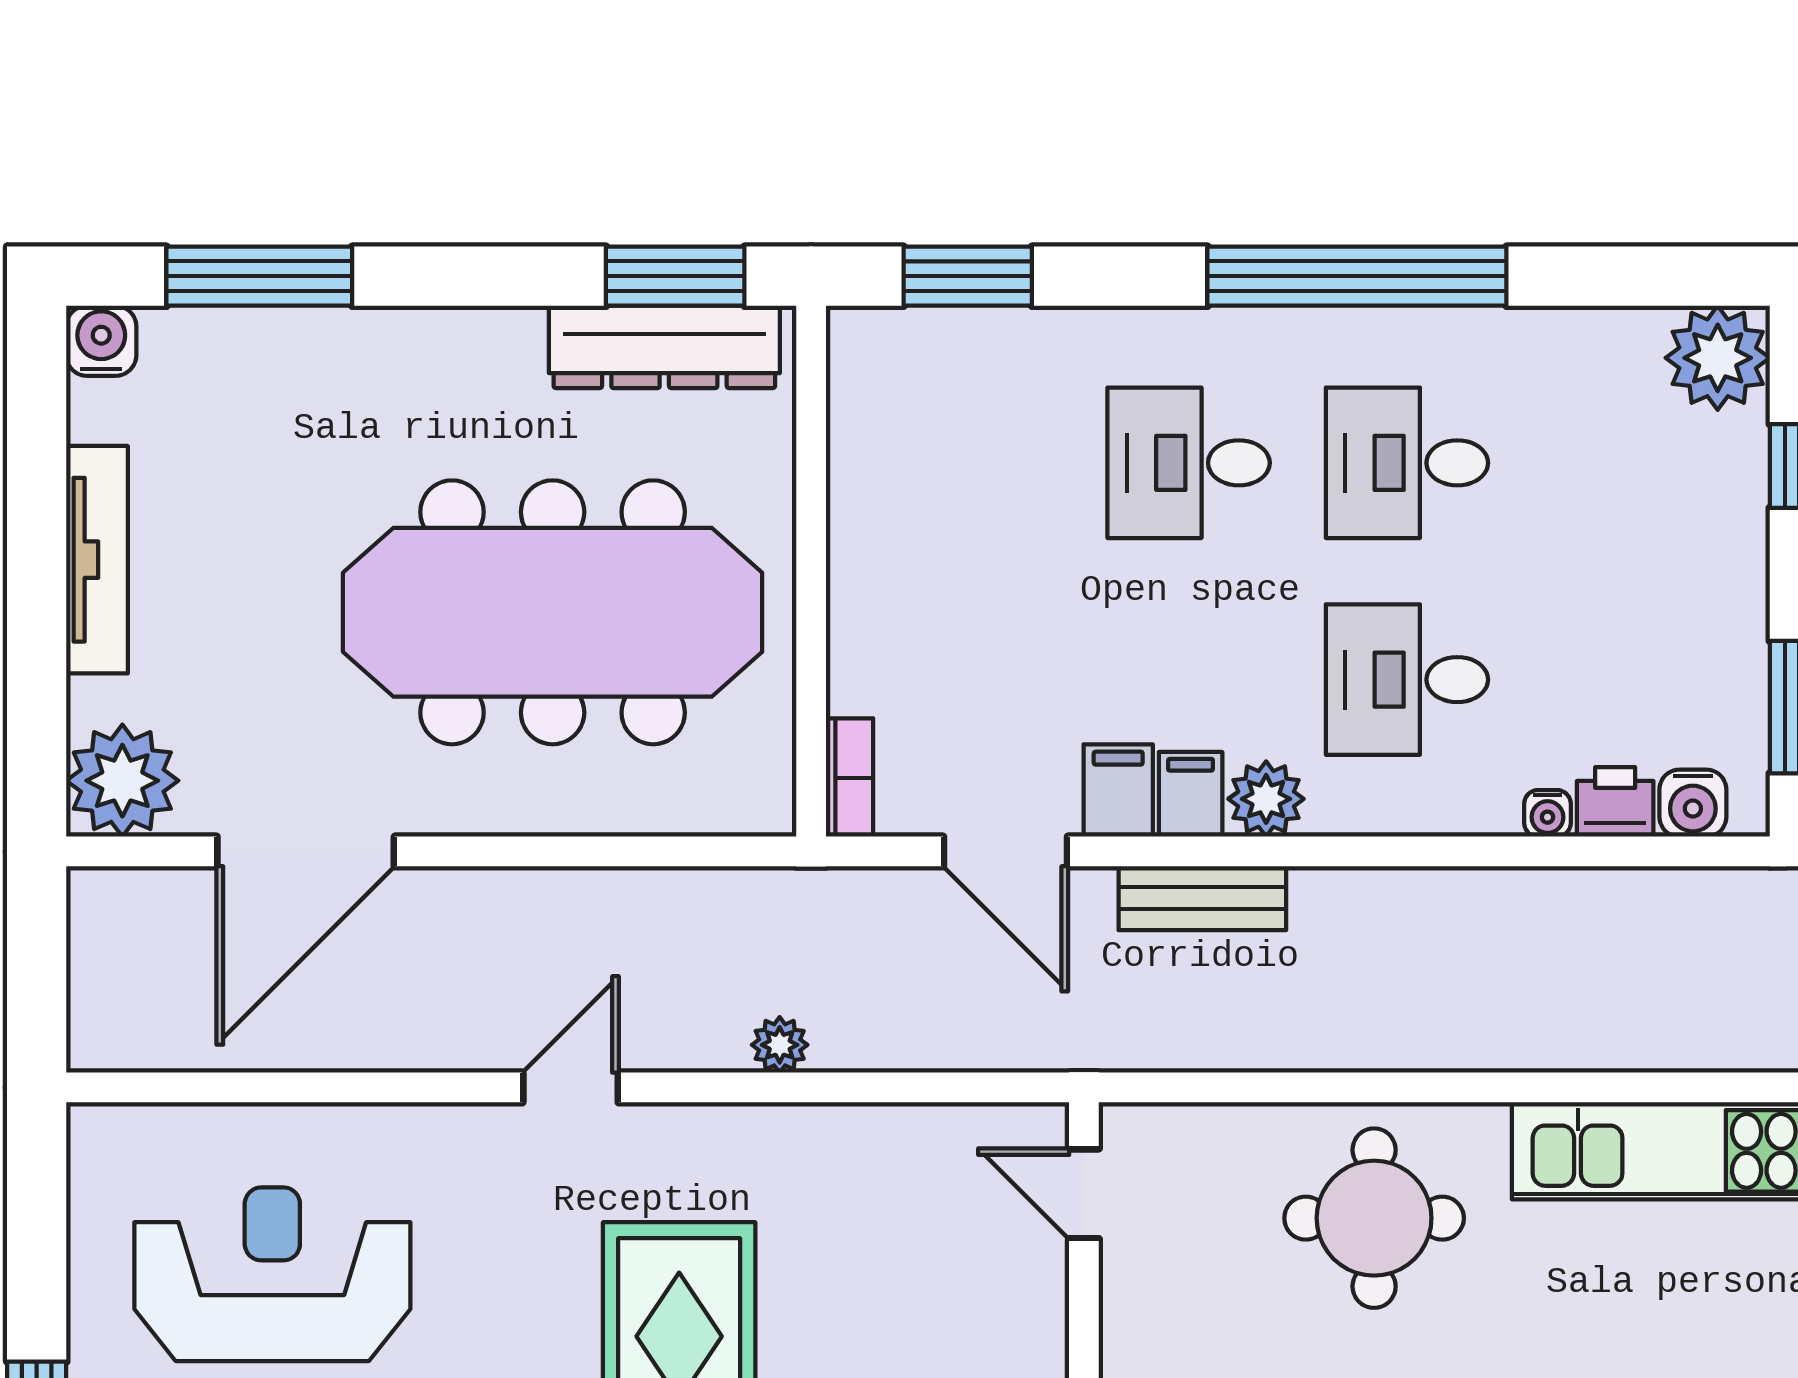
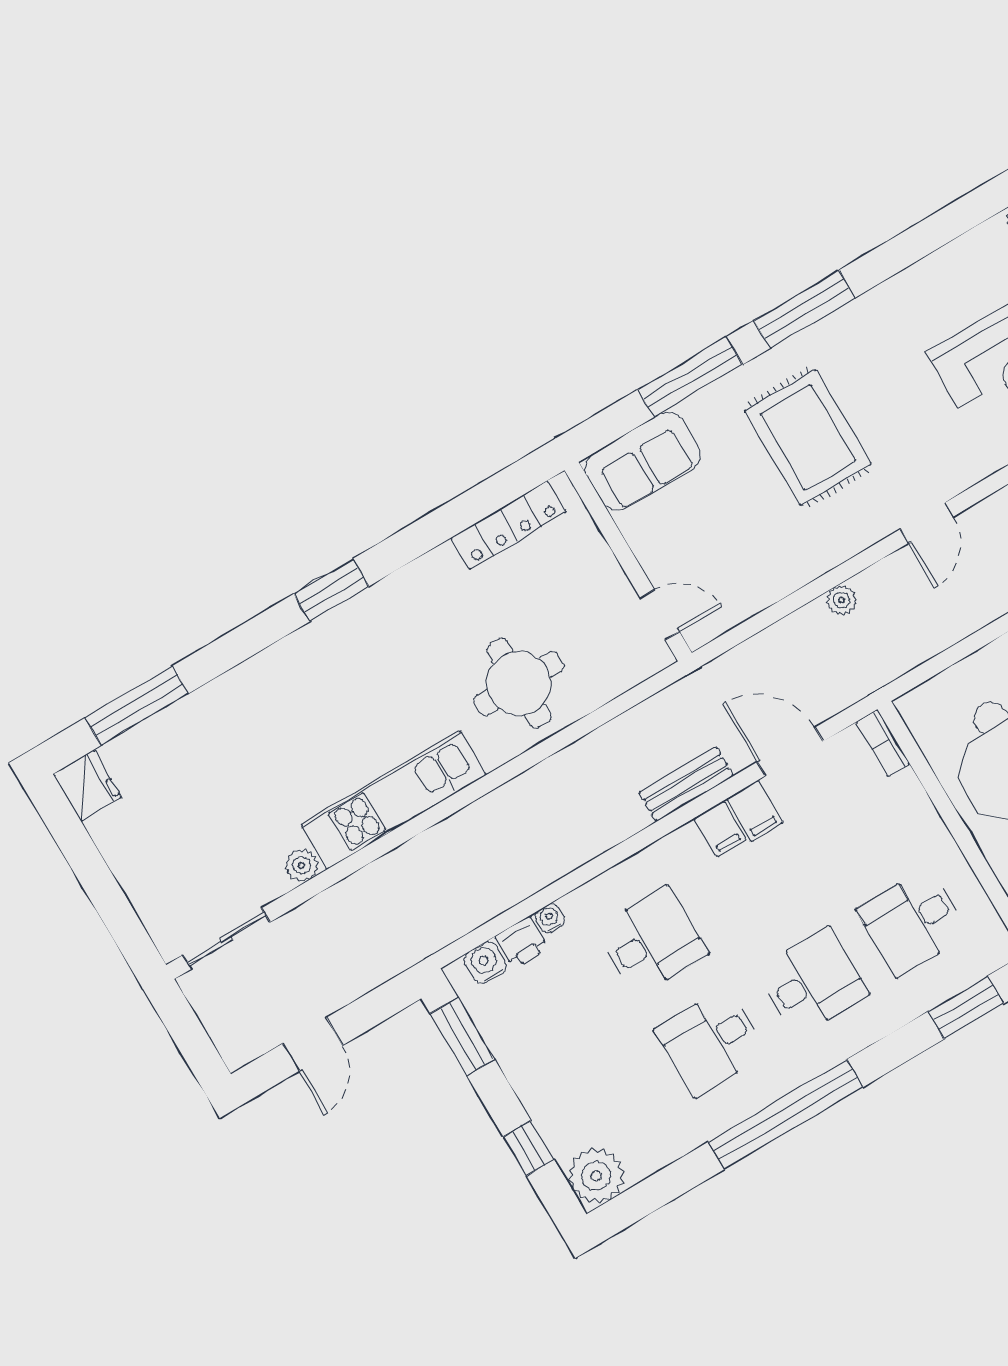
desk: (970, 463) -> (913, 922), added
desk: (1407, 463) -> (711, 1042), turned 180
plant: (1266, 799) -> (684, 848), removed

